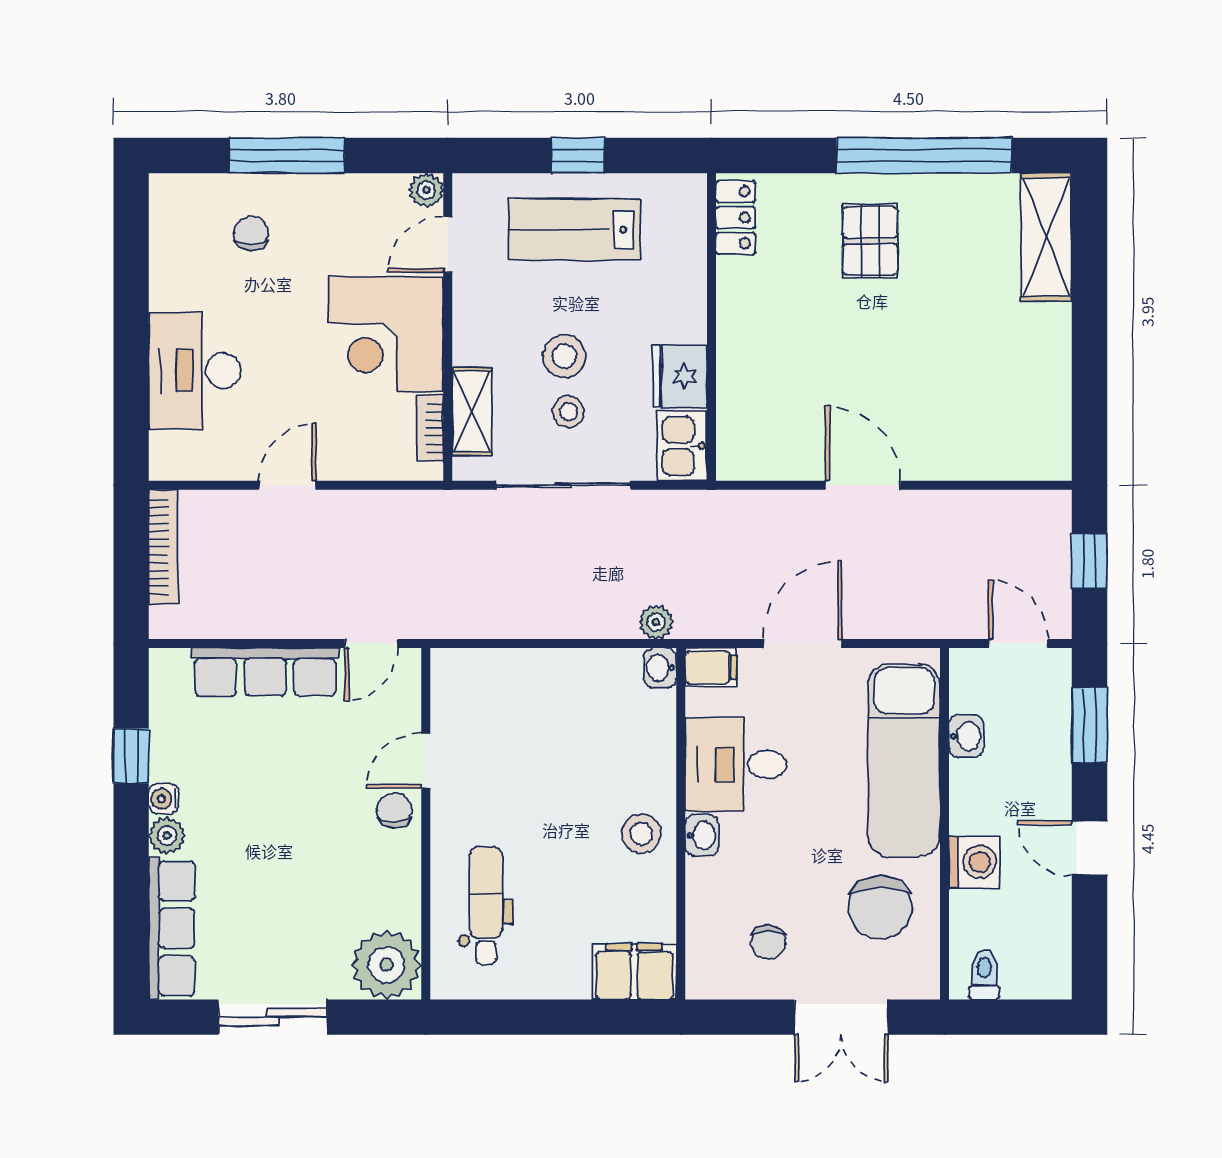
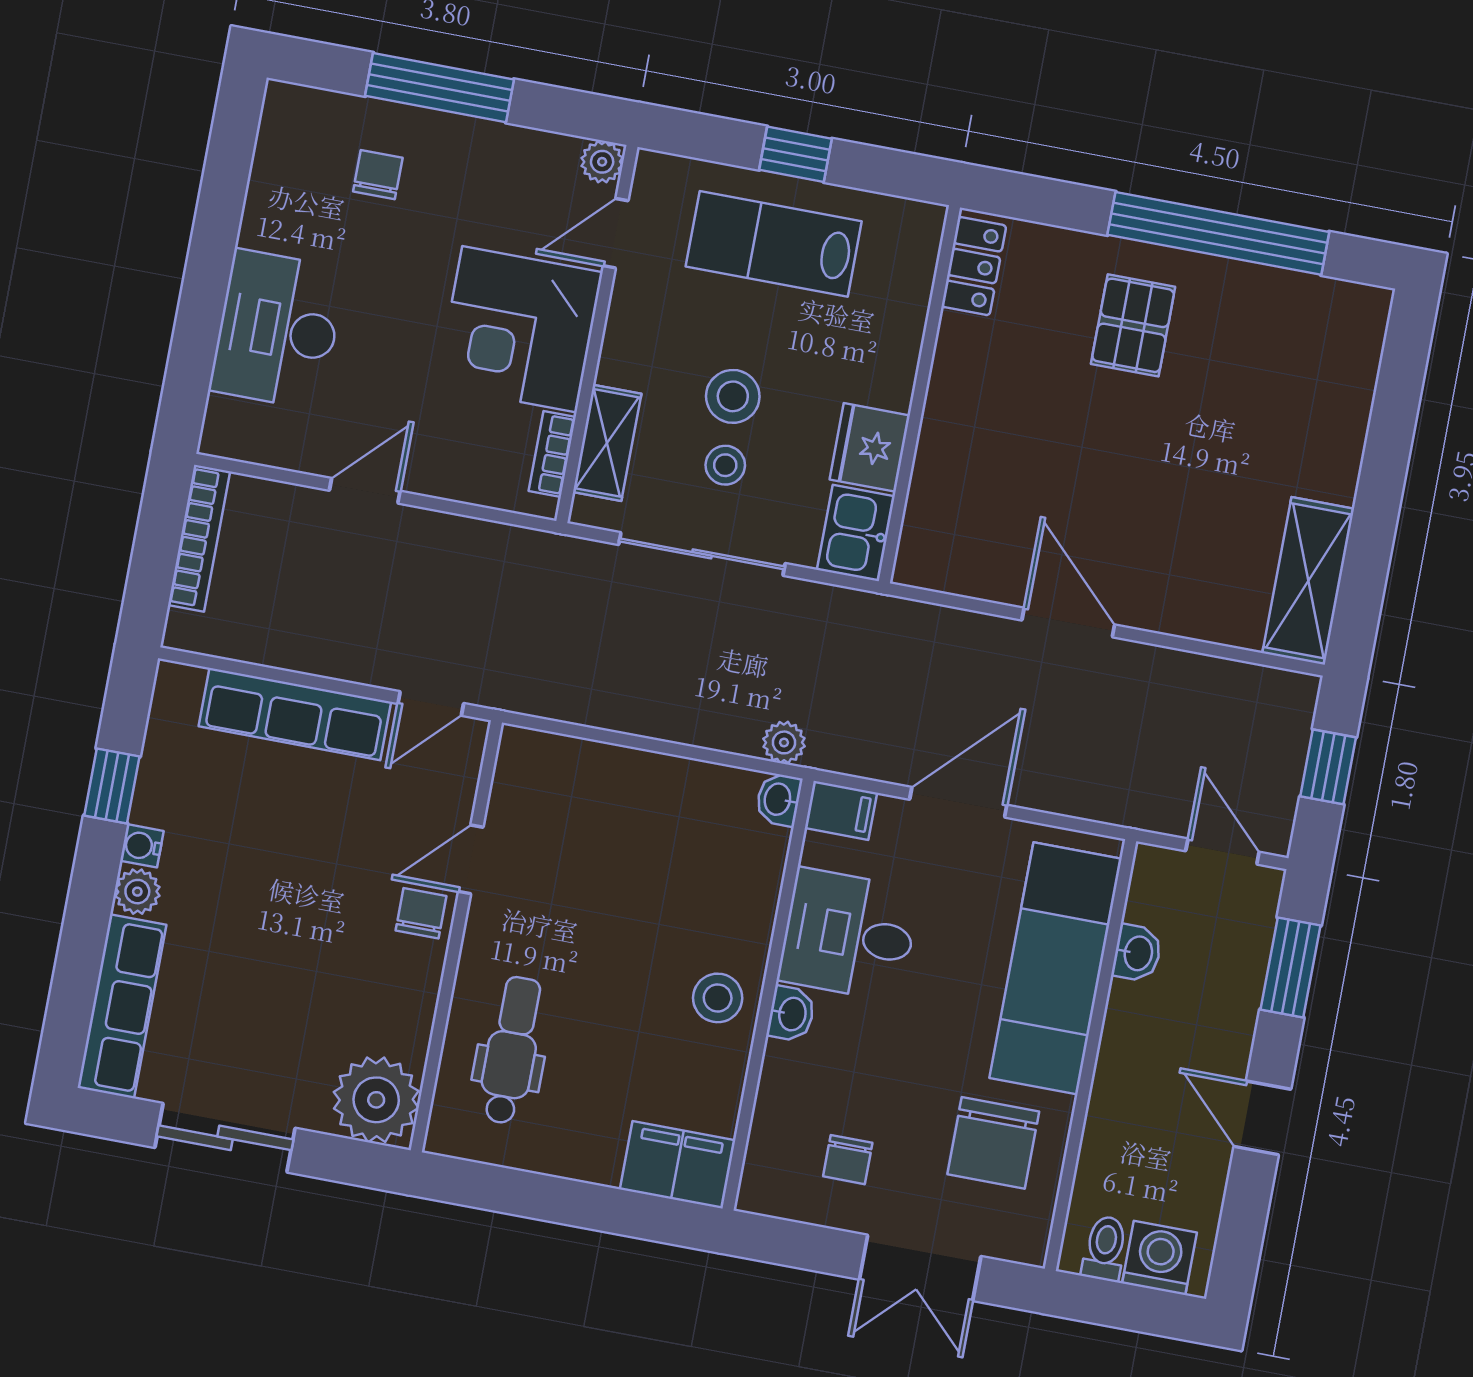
shelving: (1046, 237) -> (1308, 581), moved
washing machine: (975, 862) -> (1159, 1258), moved, turned -90

